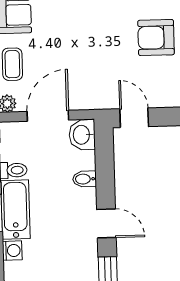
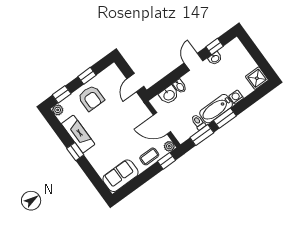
washbasin: (82, 135) -> (169, 95), moved
washbasin: (90, 258) -> (215, 58), added

